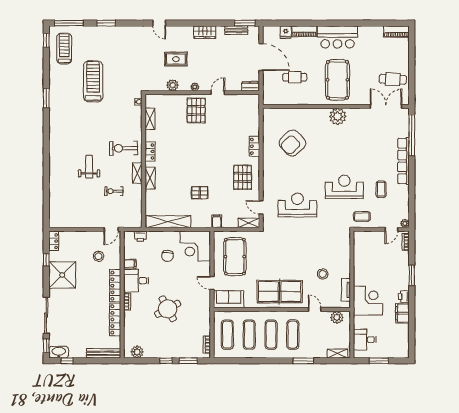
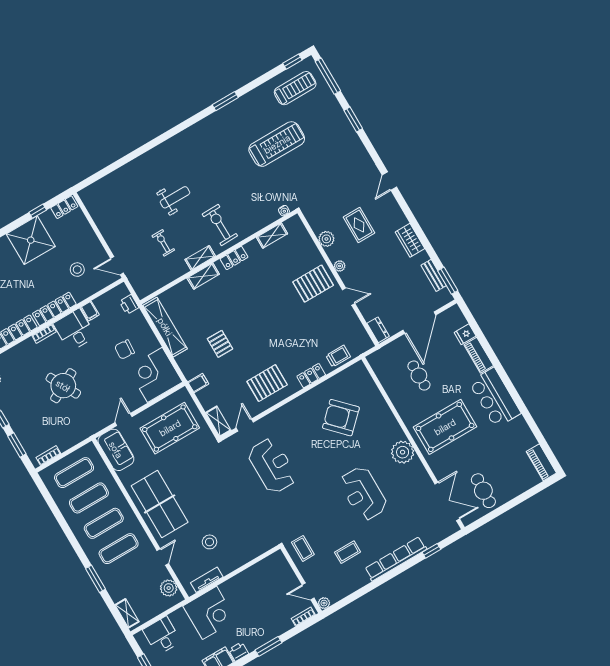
trolley: (252, 122) -> (338, 356), added
window: (412, 135) -> (431, 551), width x0.32
reception desk: (344, 187) -> (363, 494), moved, turned 180

